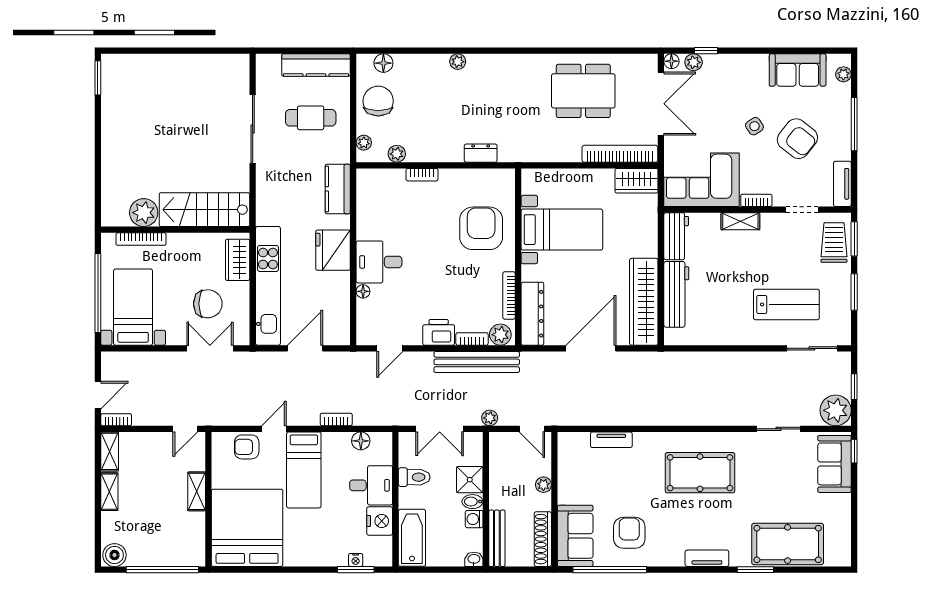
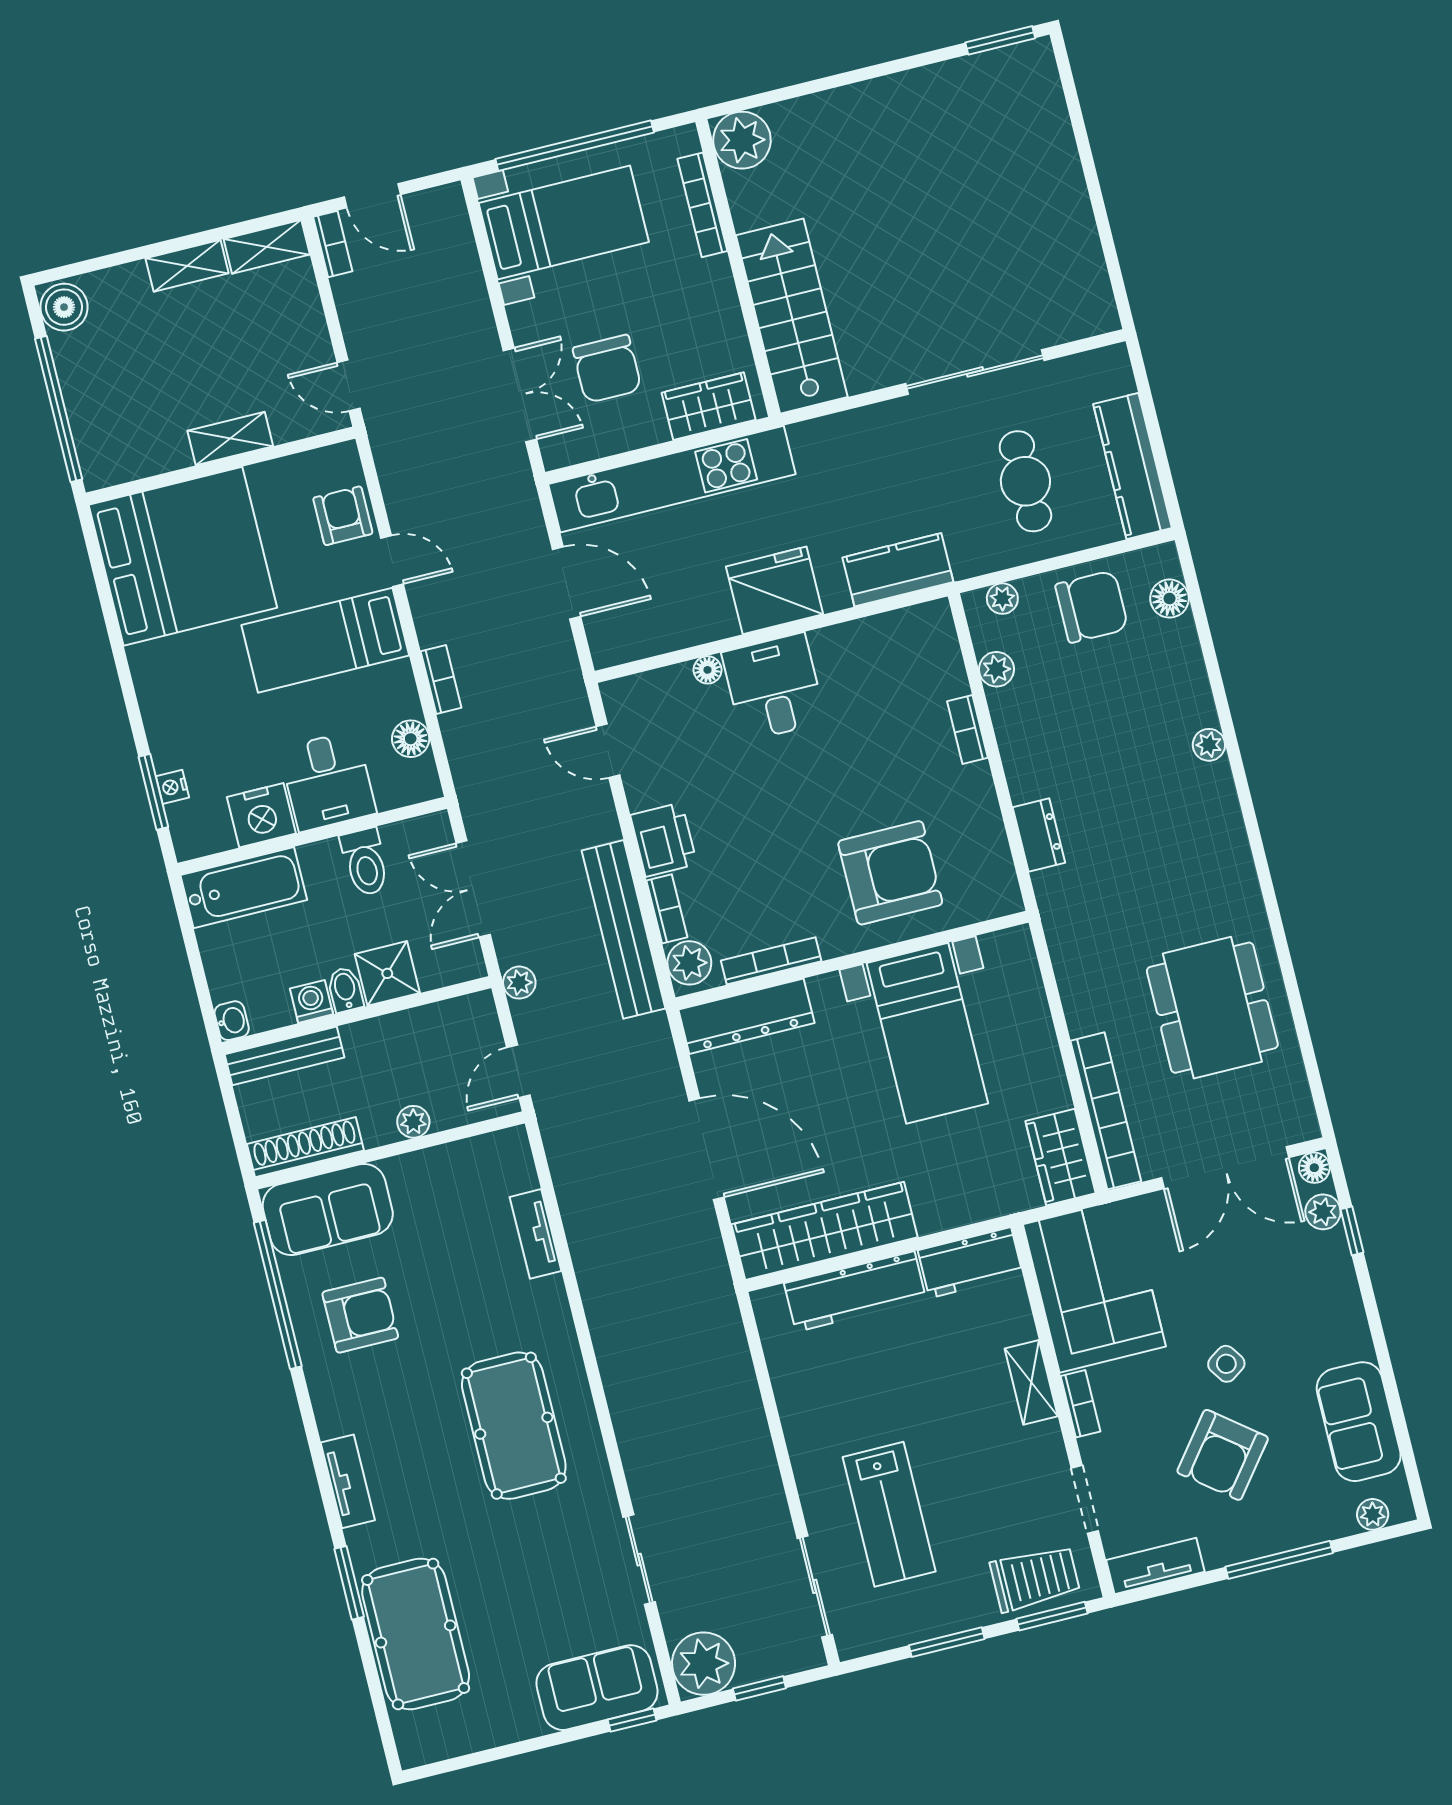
plant: (144, 213) -> (742, 140), moved

